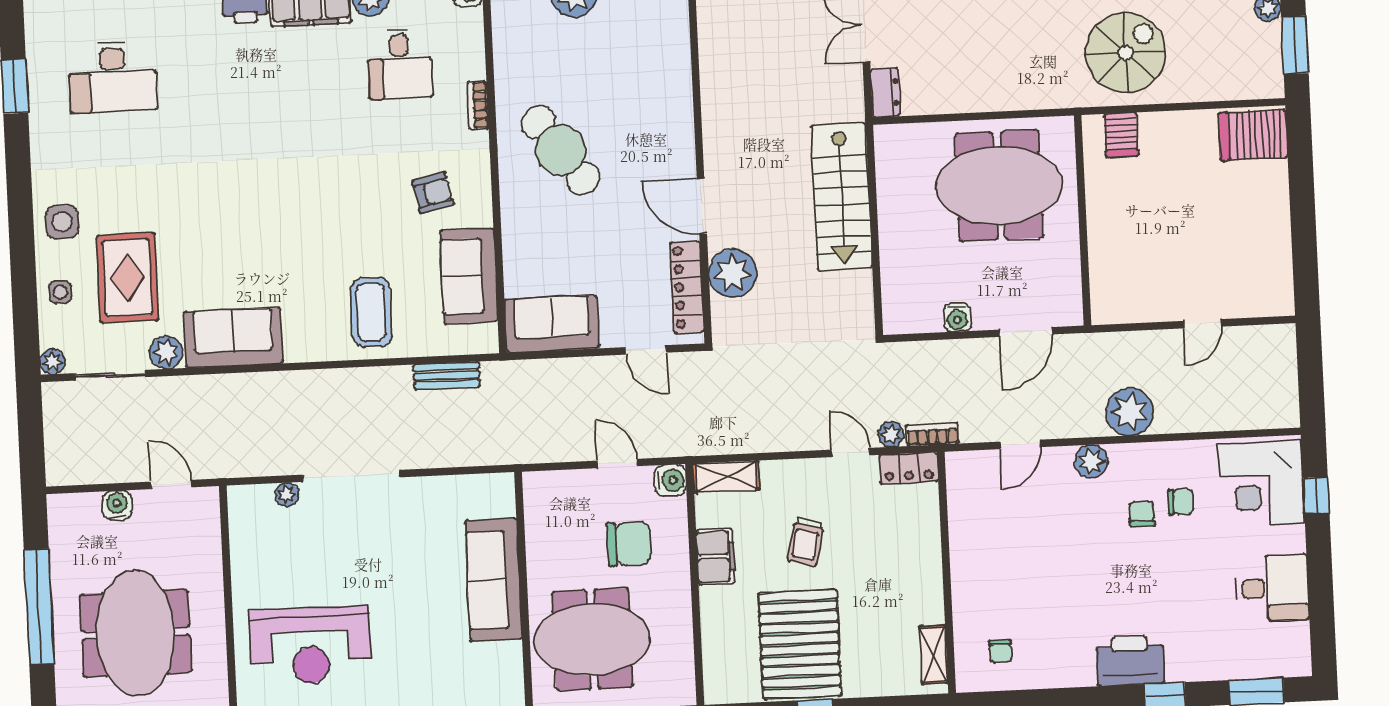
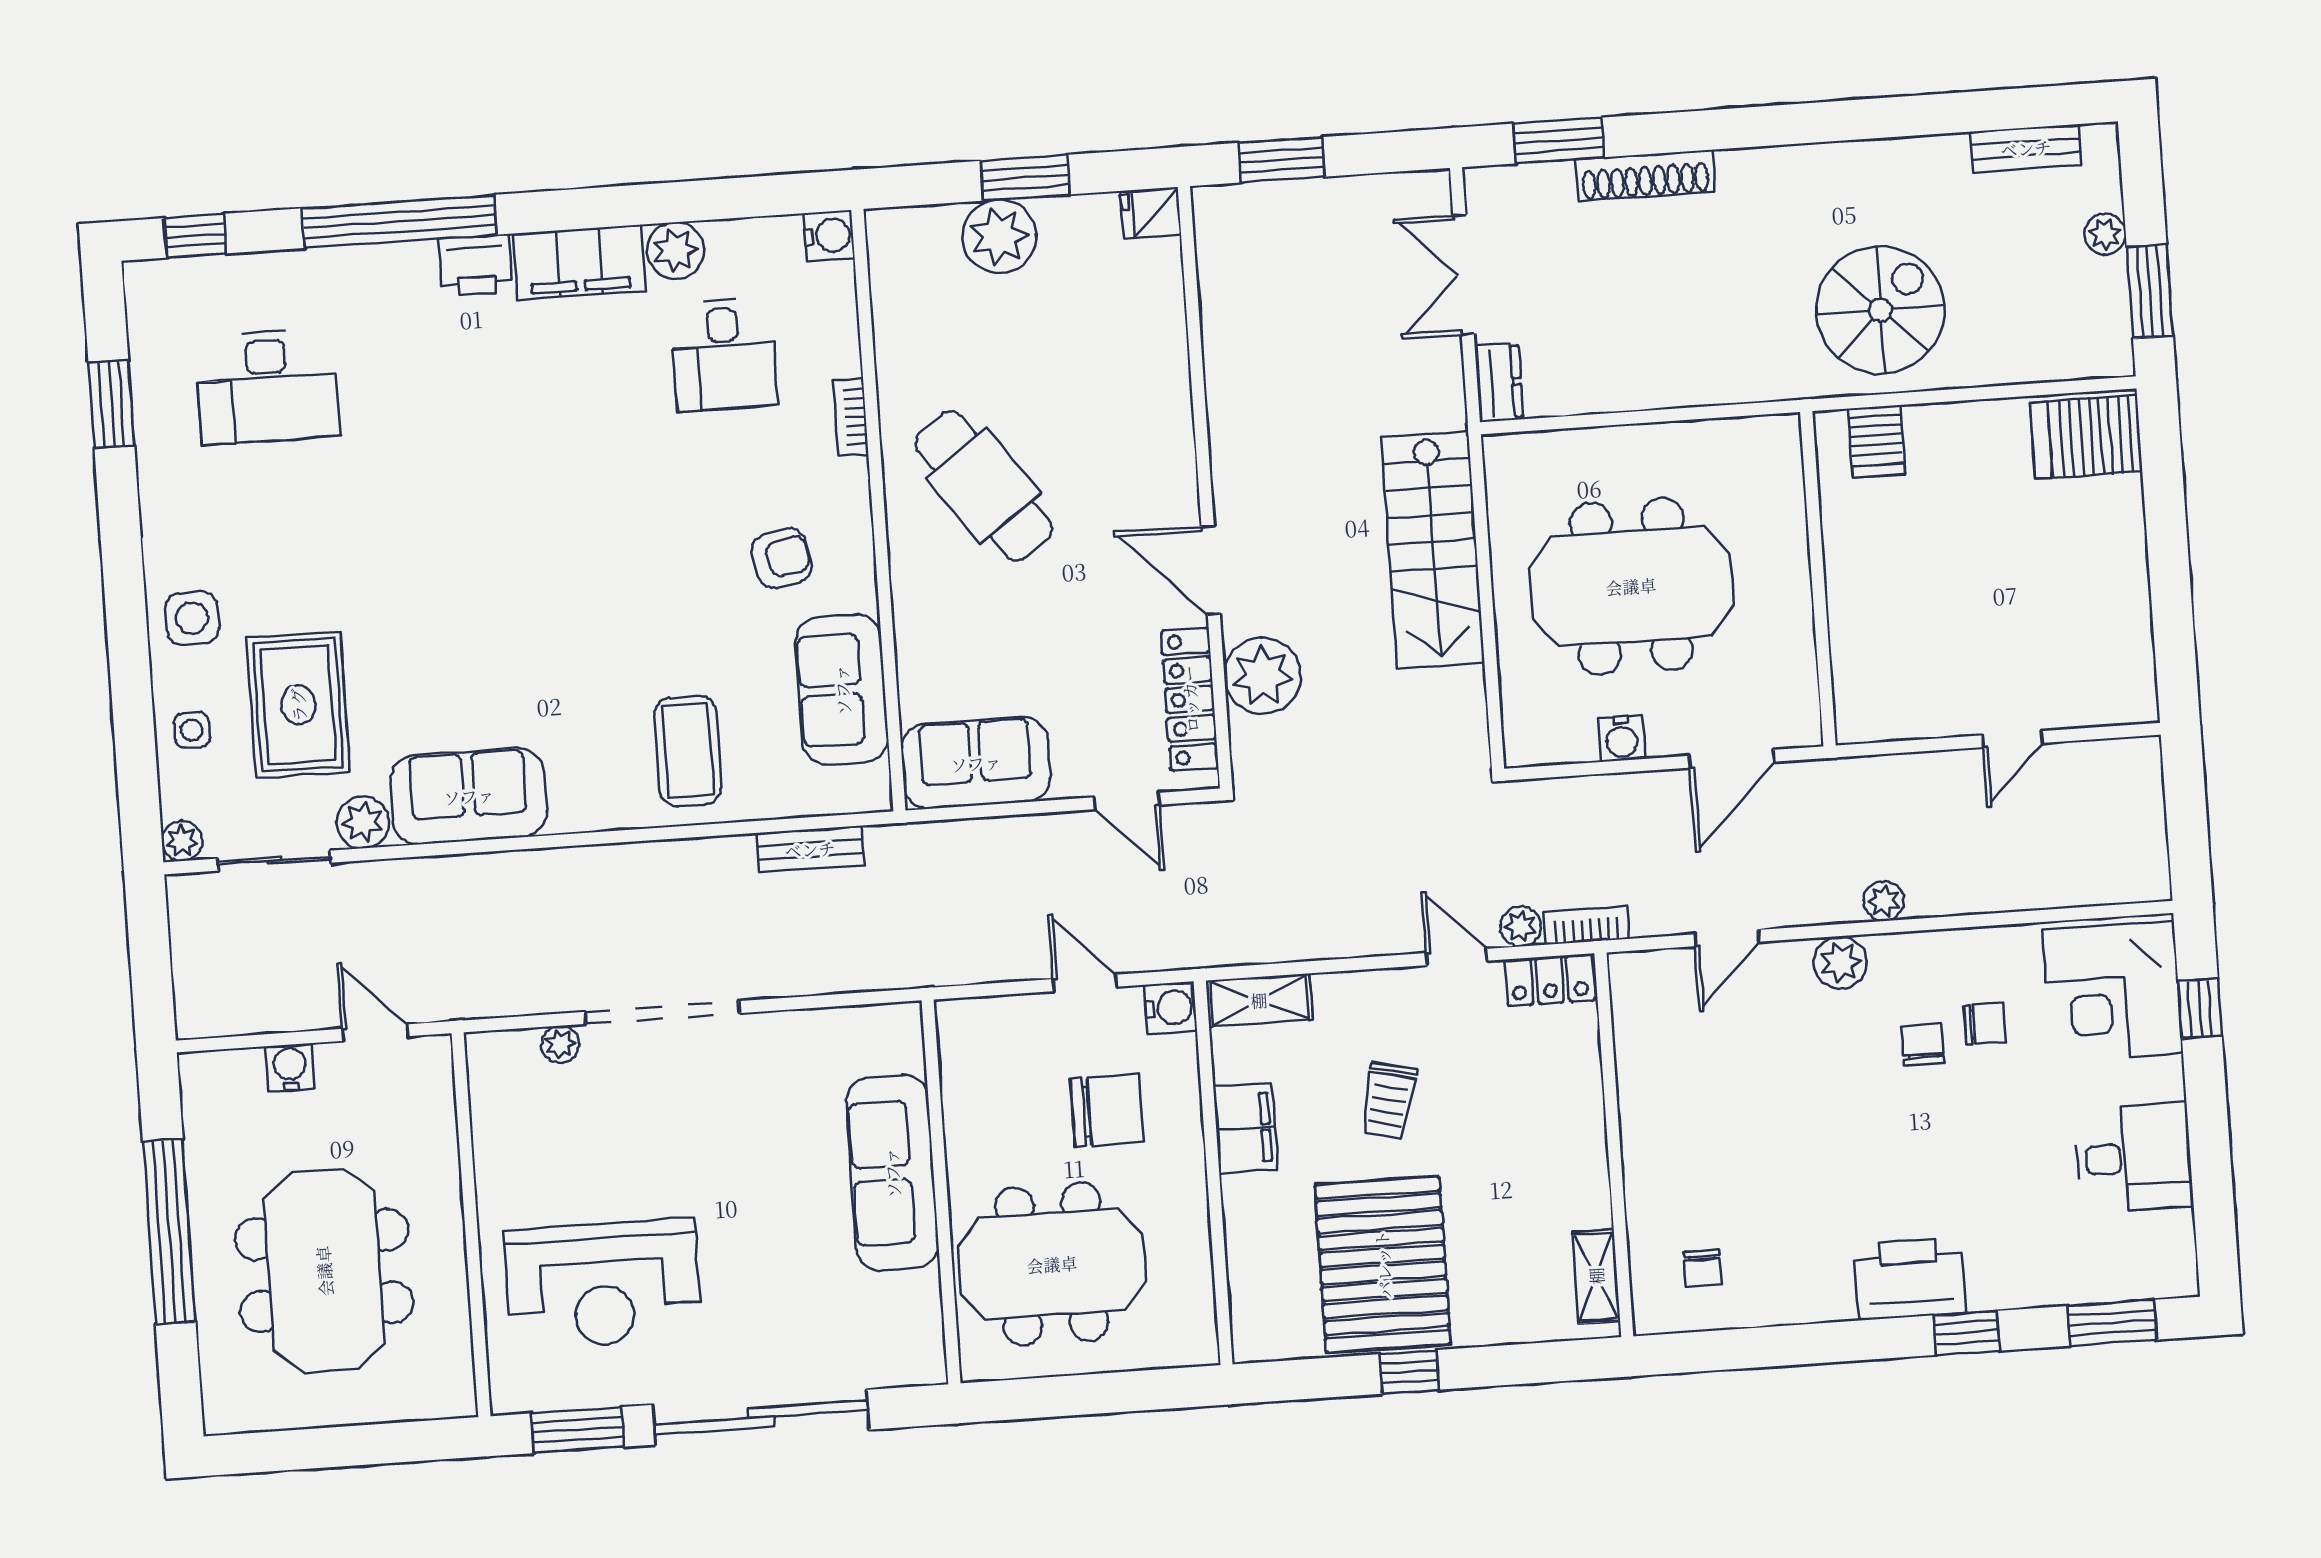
meeting table: (999, 186) -> (1631, 586), moved
plant: (1130, 412) -> (1884, 901), width x0.53, depth x0.53

